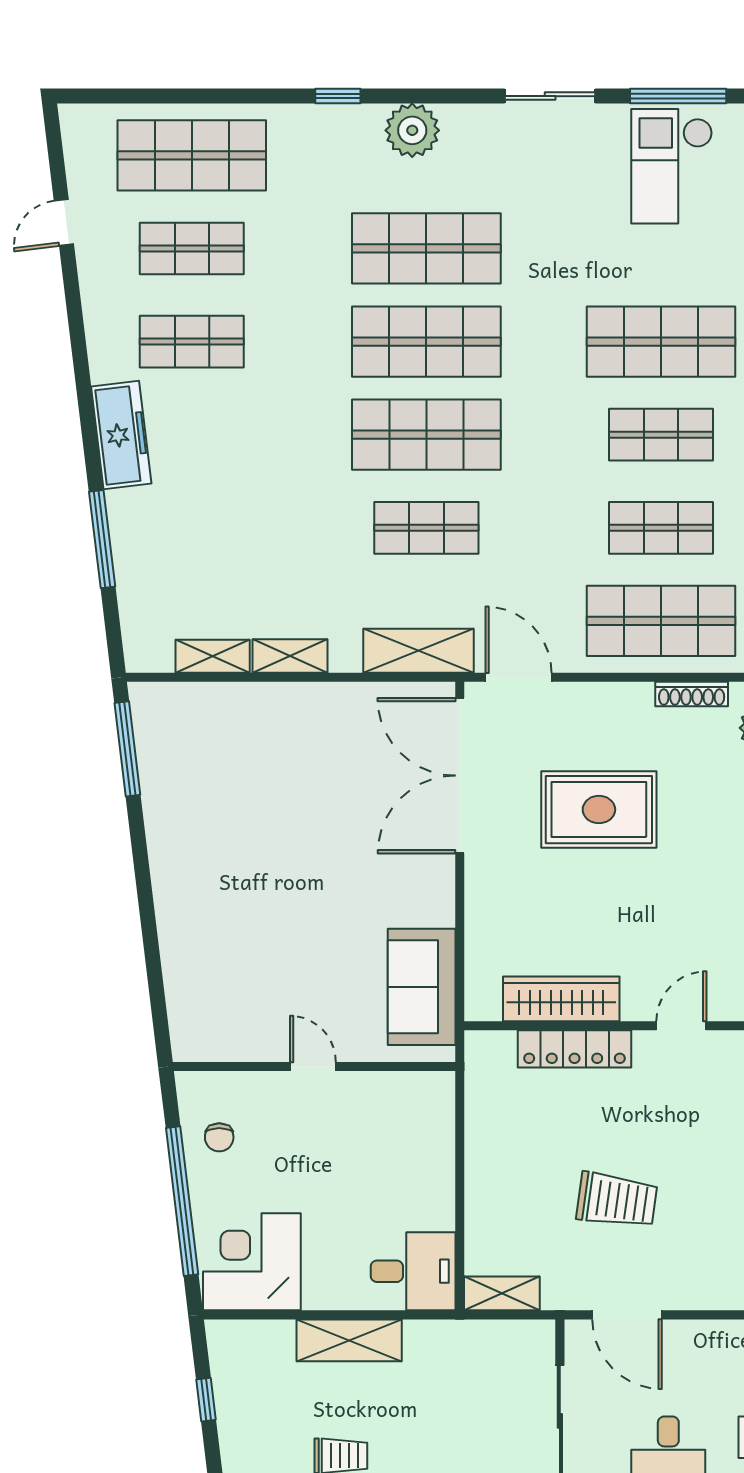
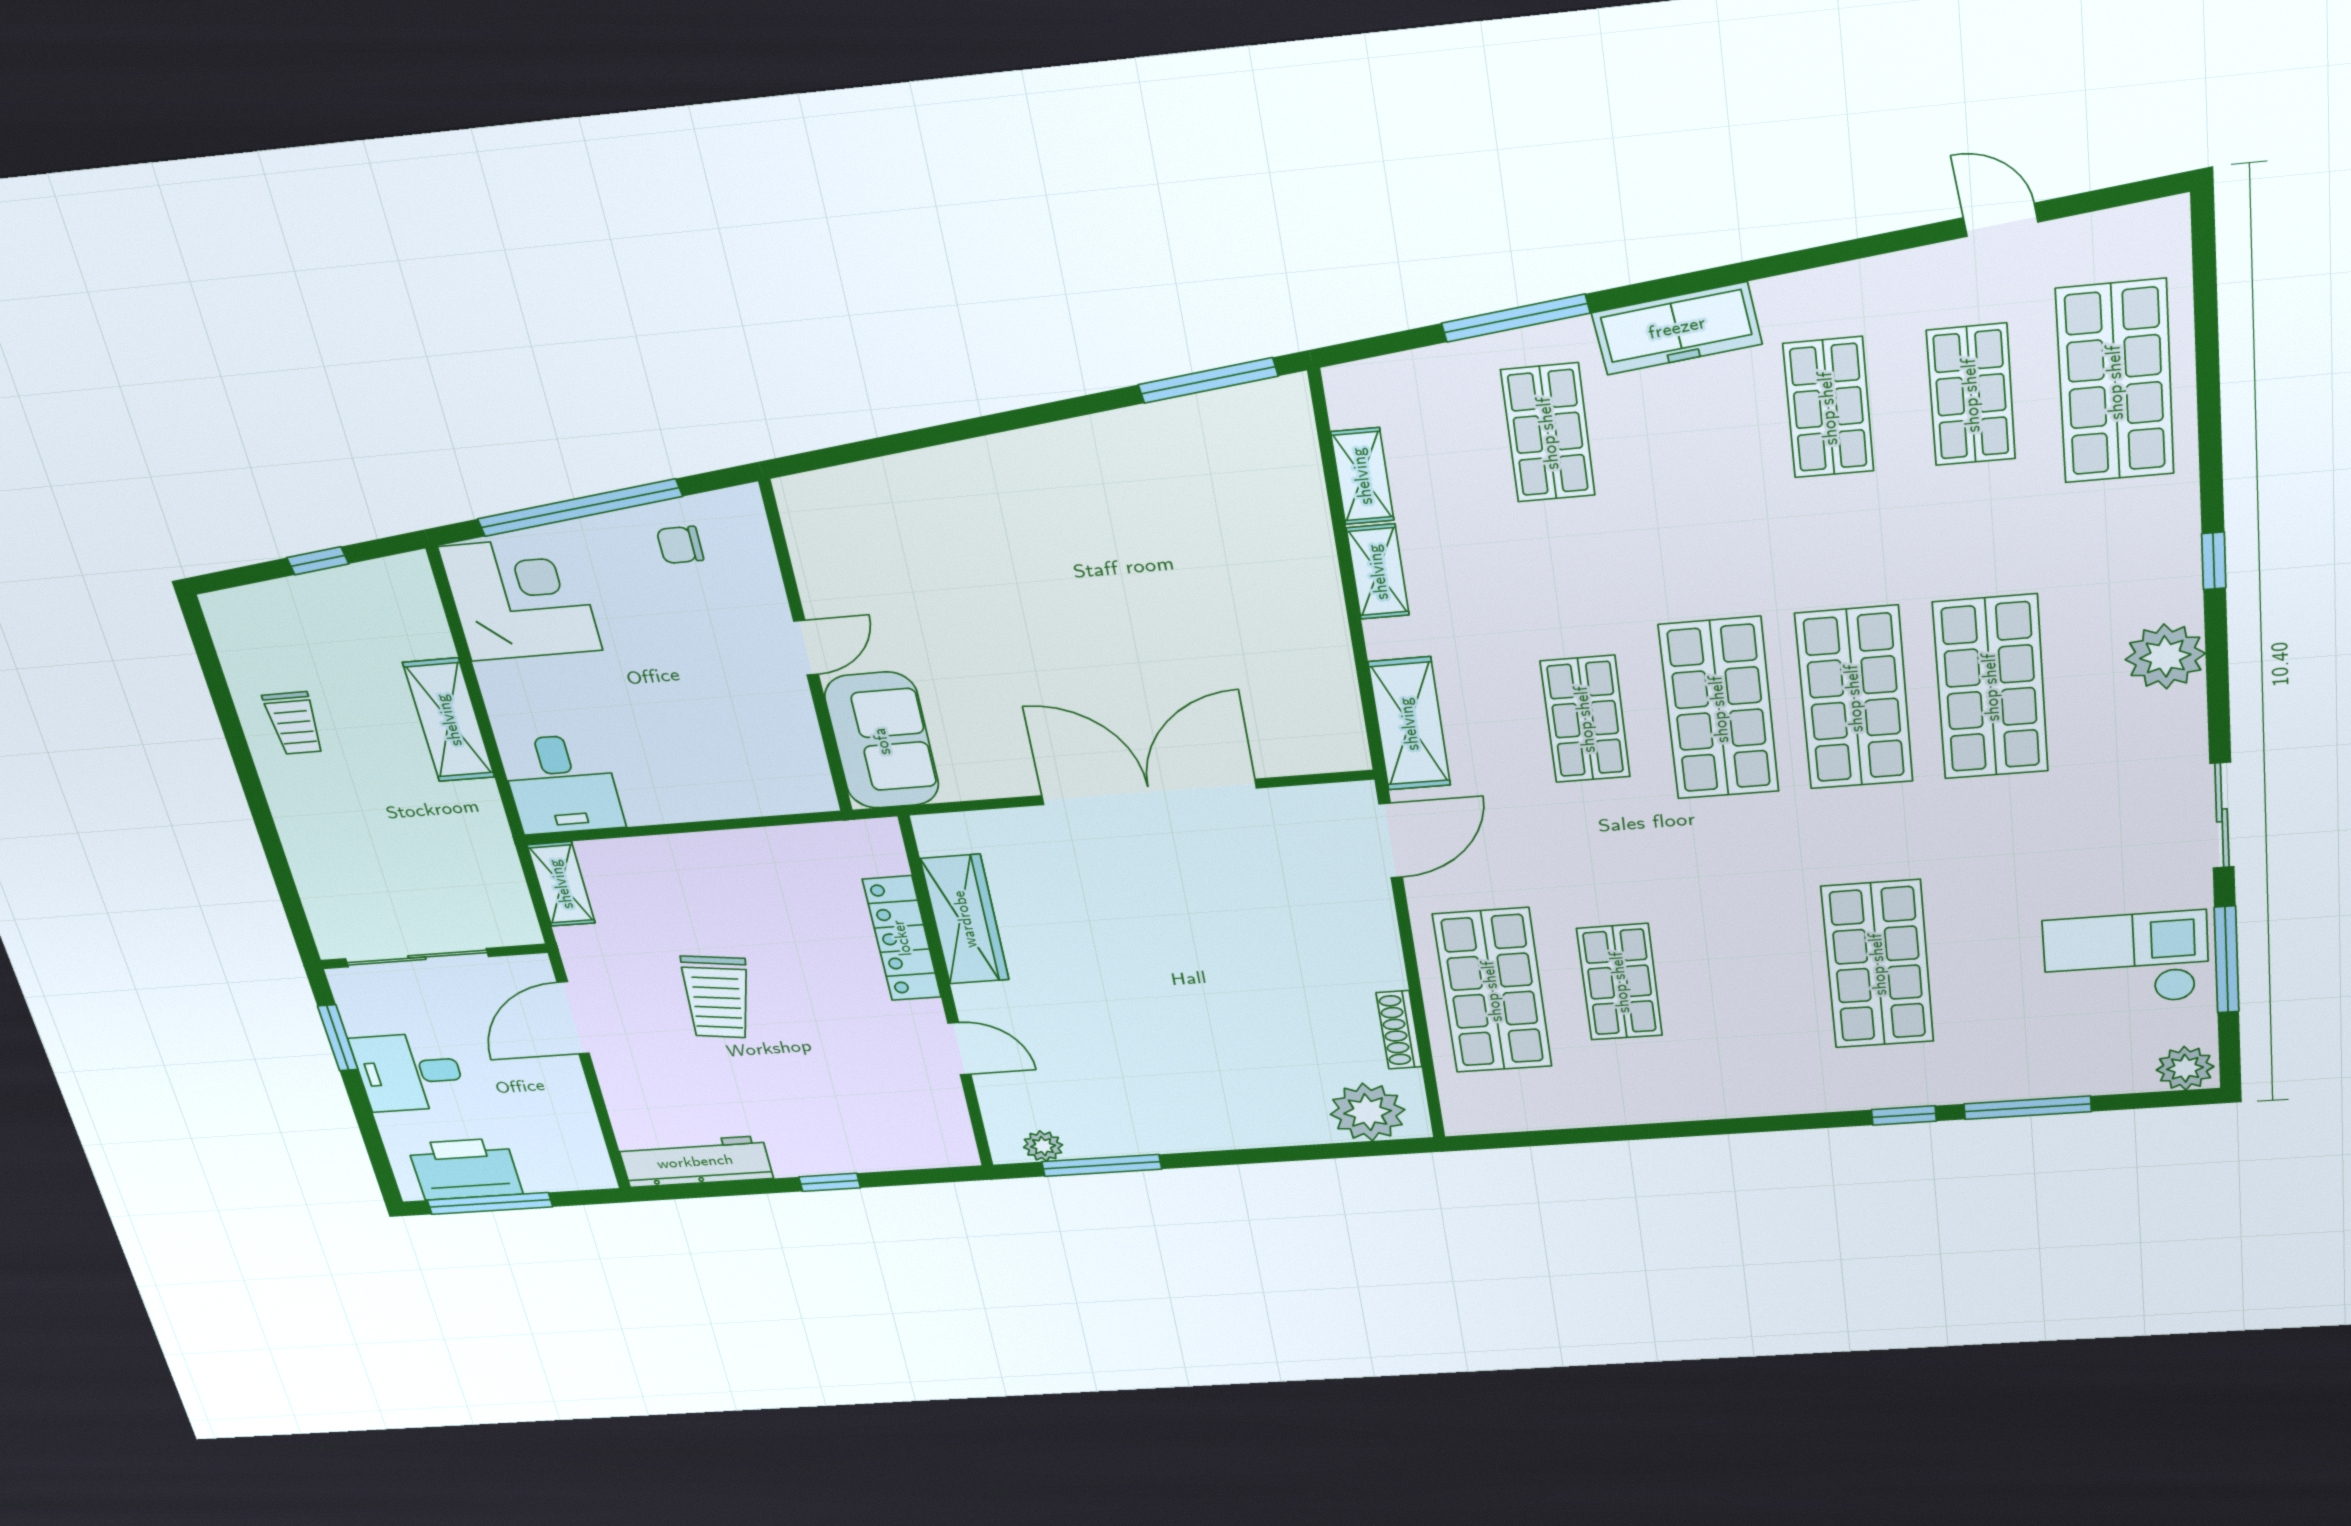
shop shelf: (661, 435) -> (1548, 433), moved
double door: (460, 776) -> (1149, 792), moved
rug: (599, 810) -> (1226, 942), removed
sofa: (422, 987) -> (882, 741), moved, turned 90

